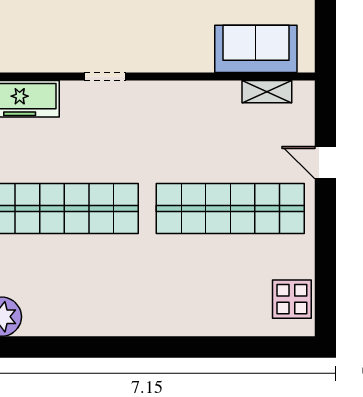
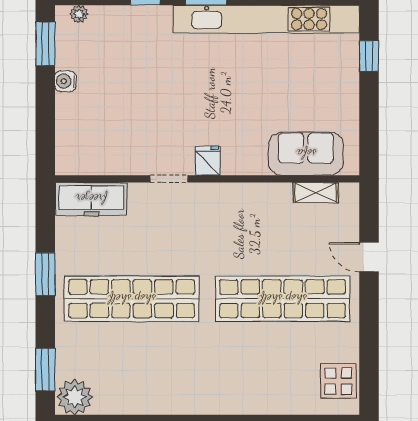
fridge: (148, 56) -> (208, 161), added

